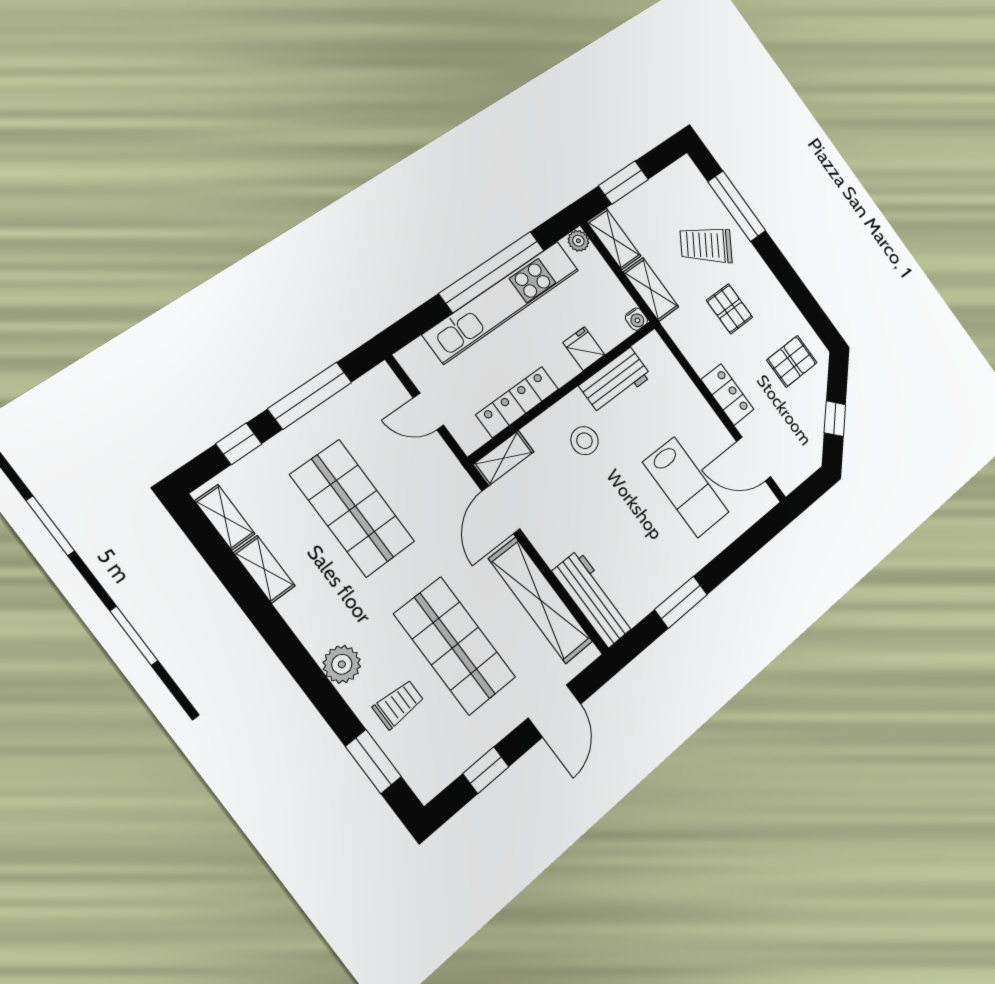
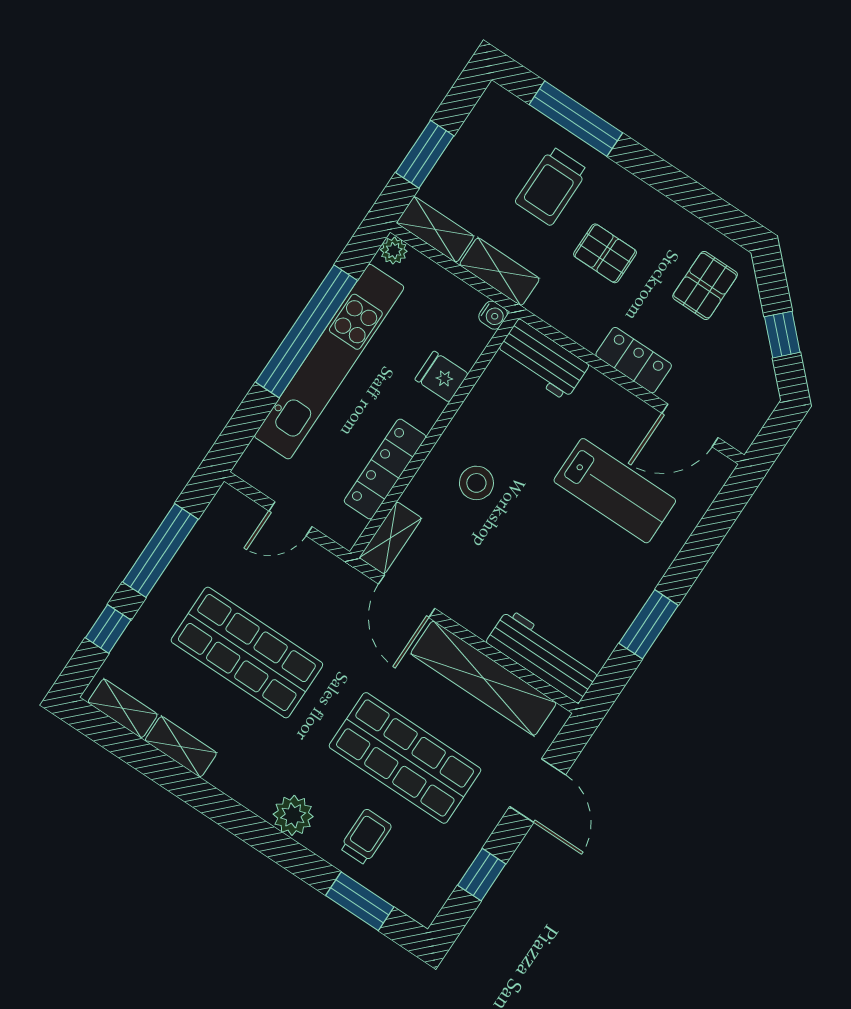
trolley: (706, 245) -> (551, 186), turned -35
workbench: (615, 381) -> (542, 360), moved, turned 90

